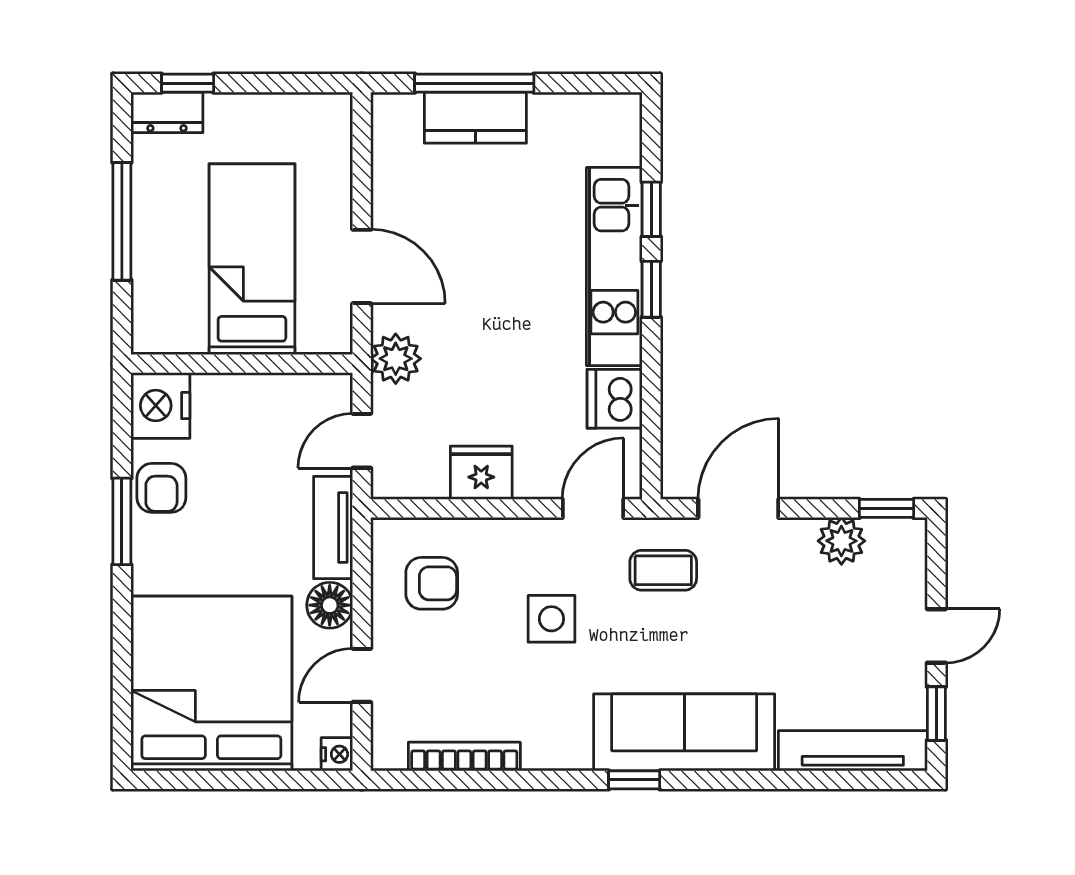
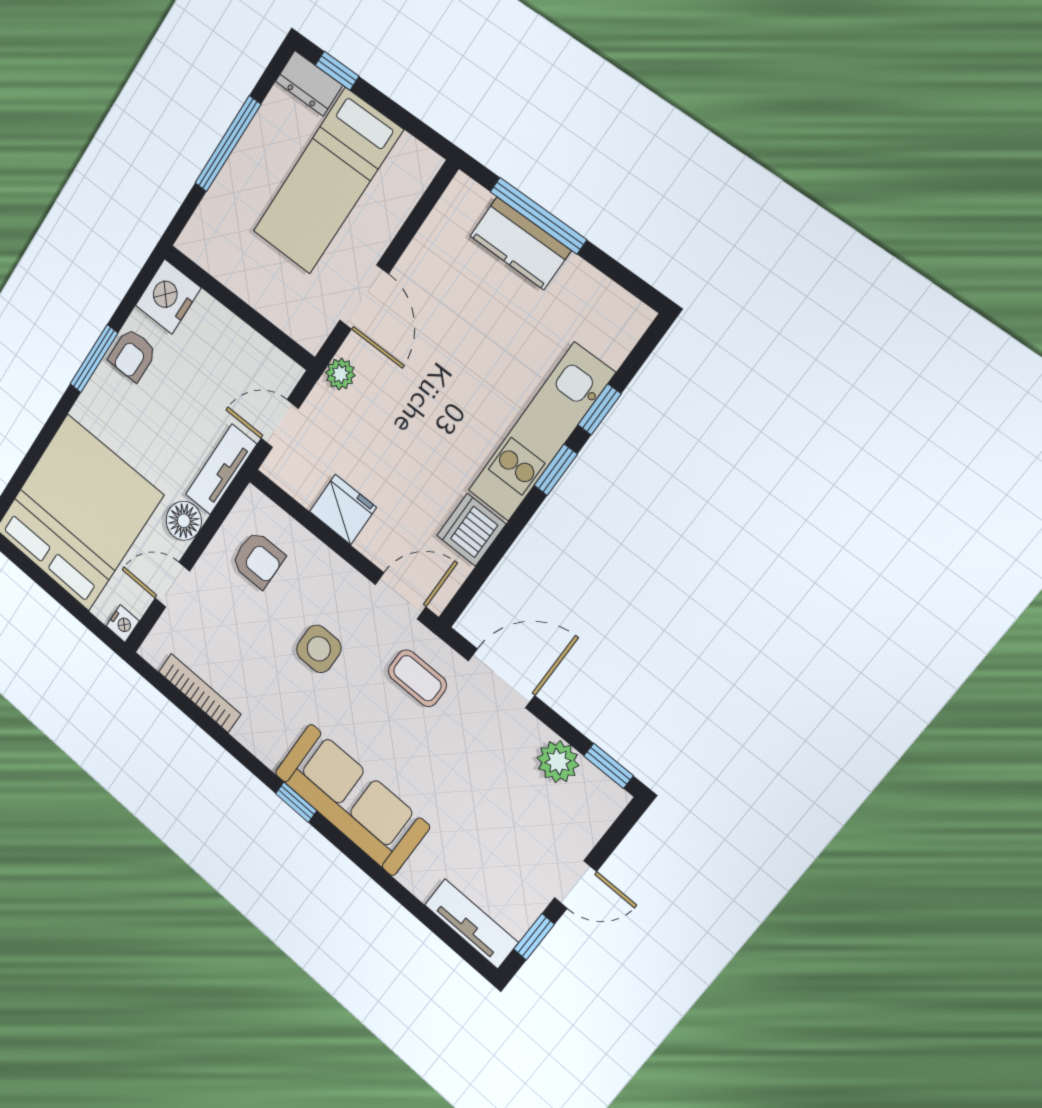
bed: (252, 259) -> (327, 181), moved, turned 180
plant: (396, 359) -> (340, 374), width x0.73, depth x0.73
tv unit: (853, 751) -> (471, 924), width x0.71

